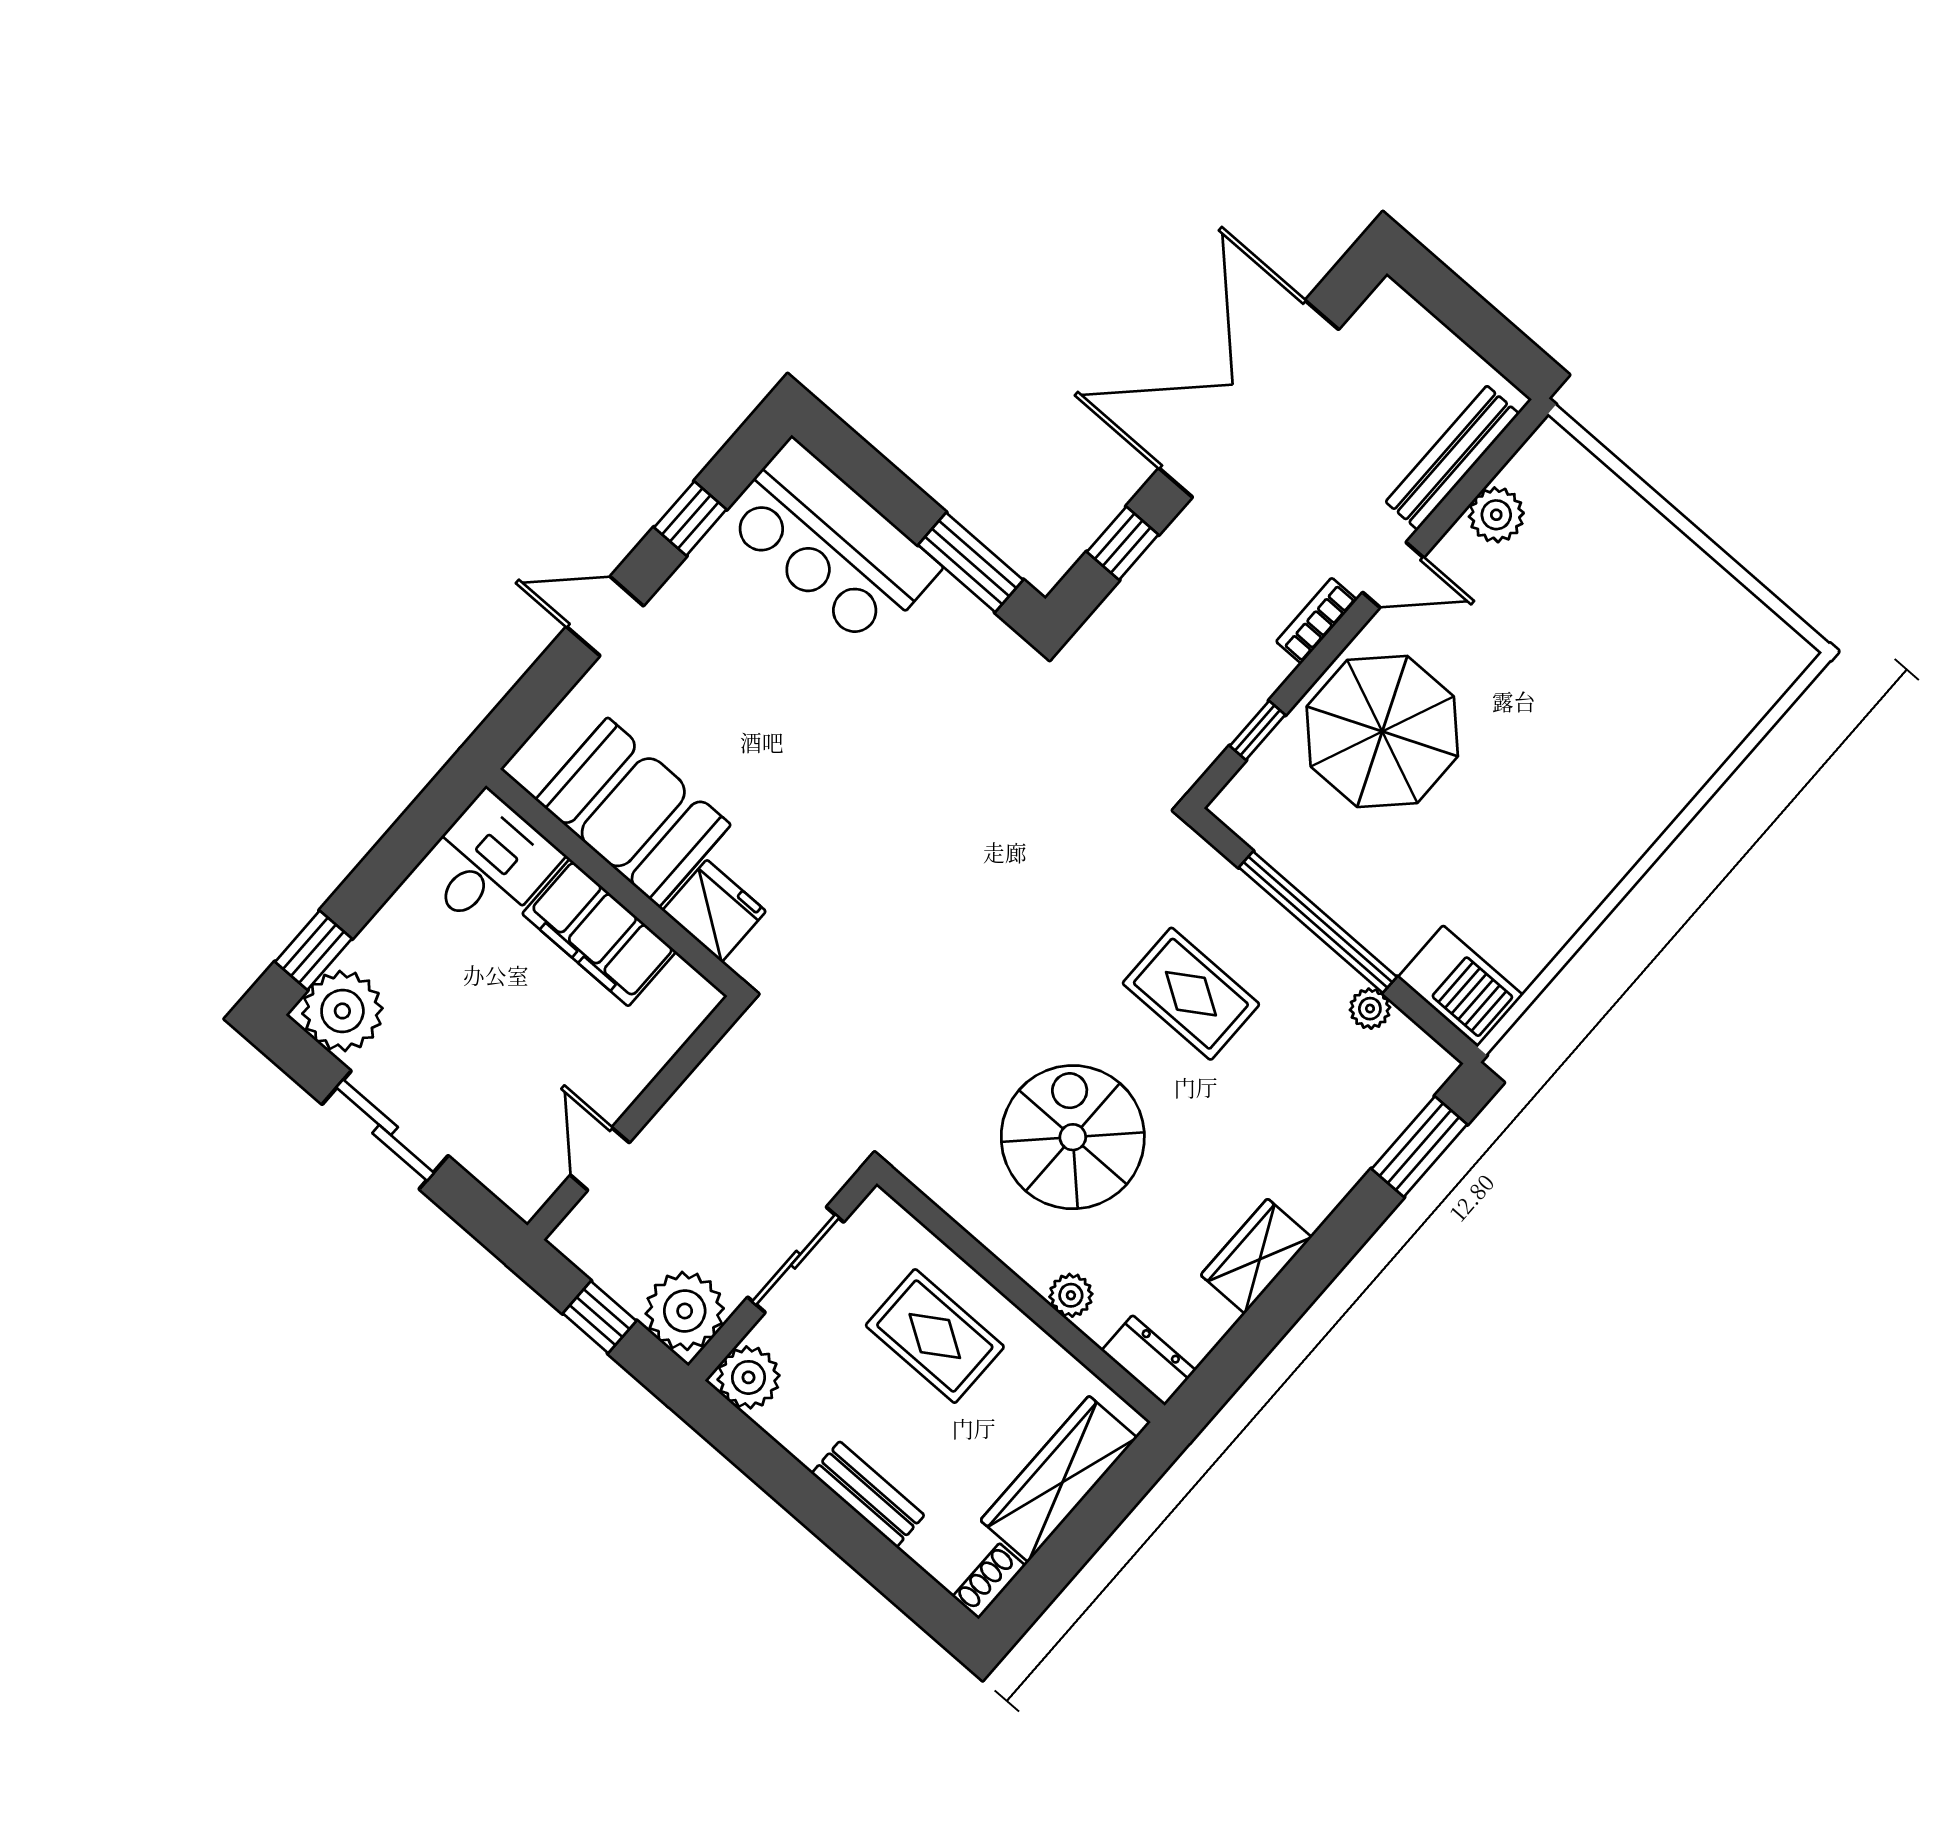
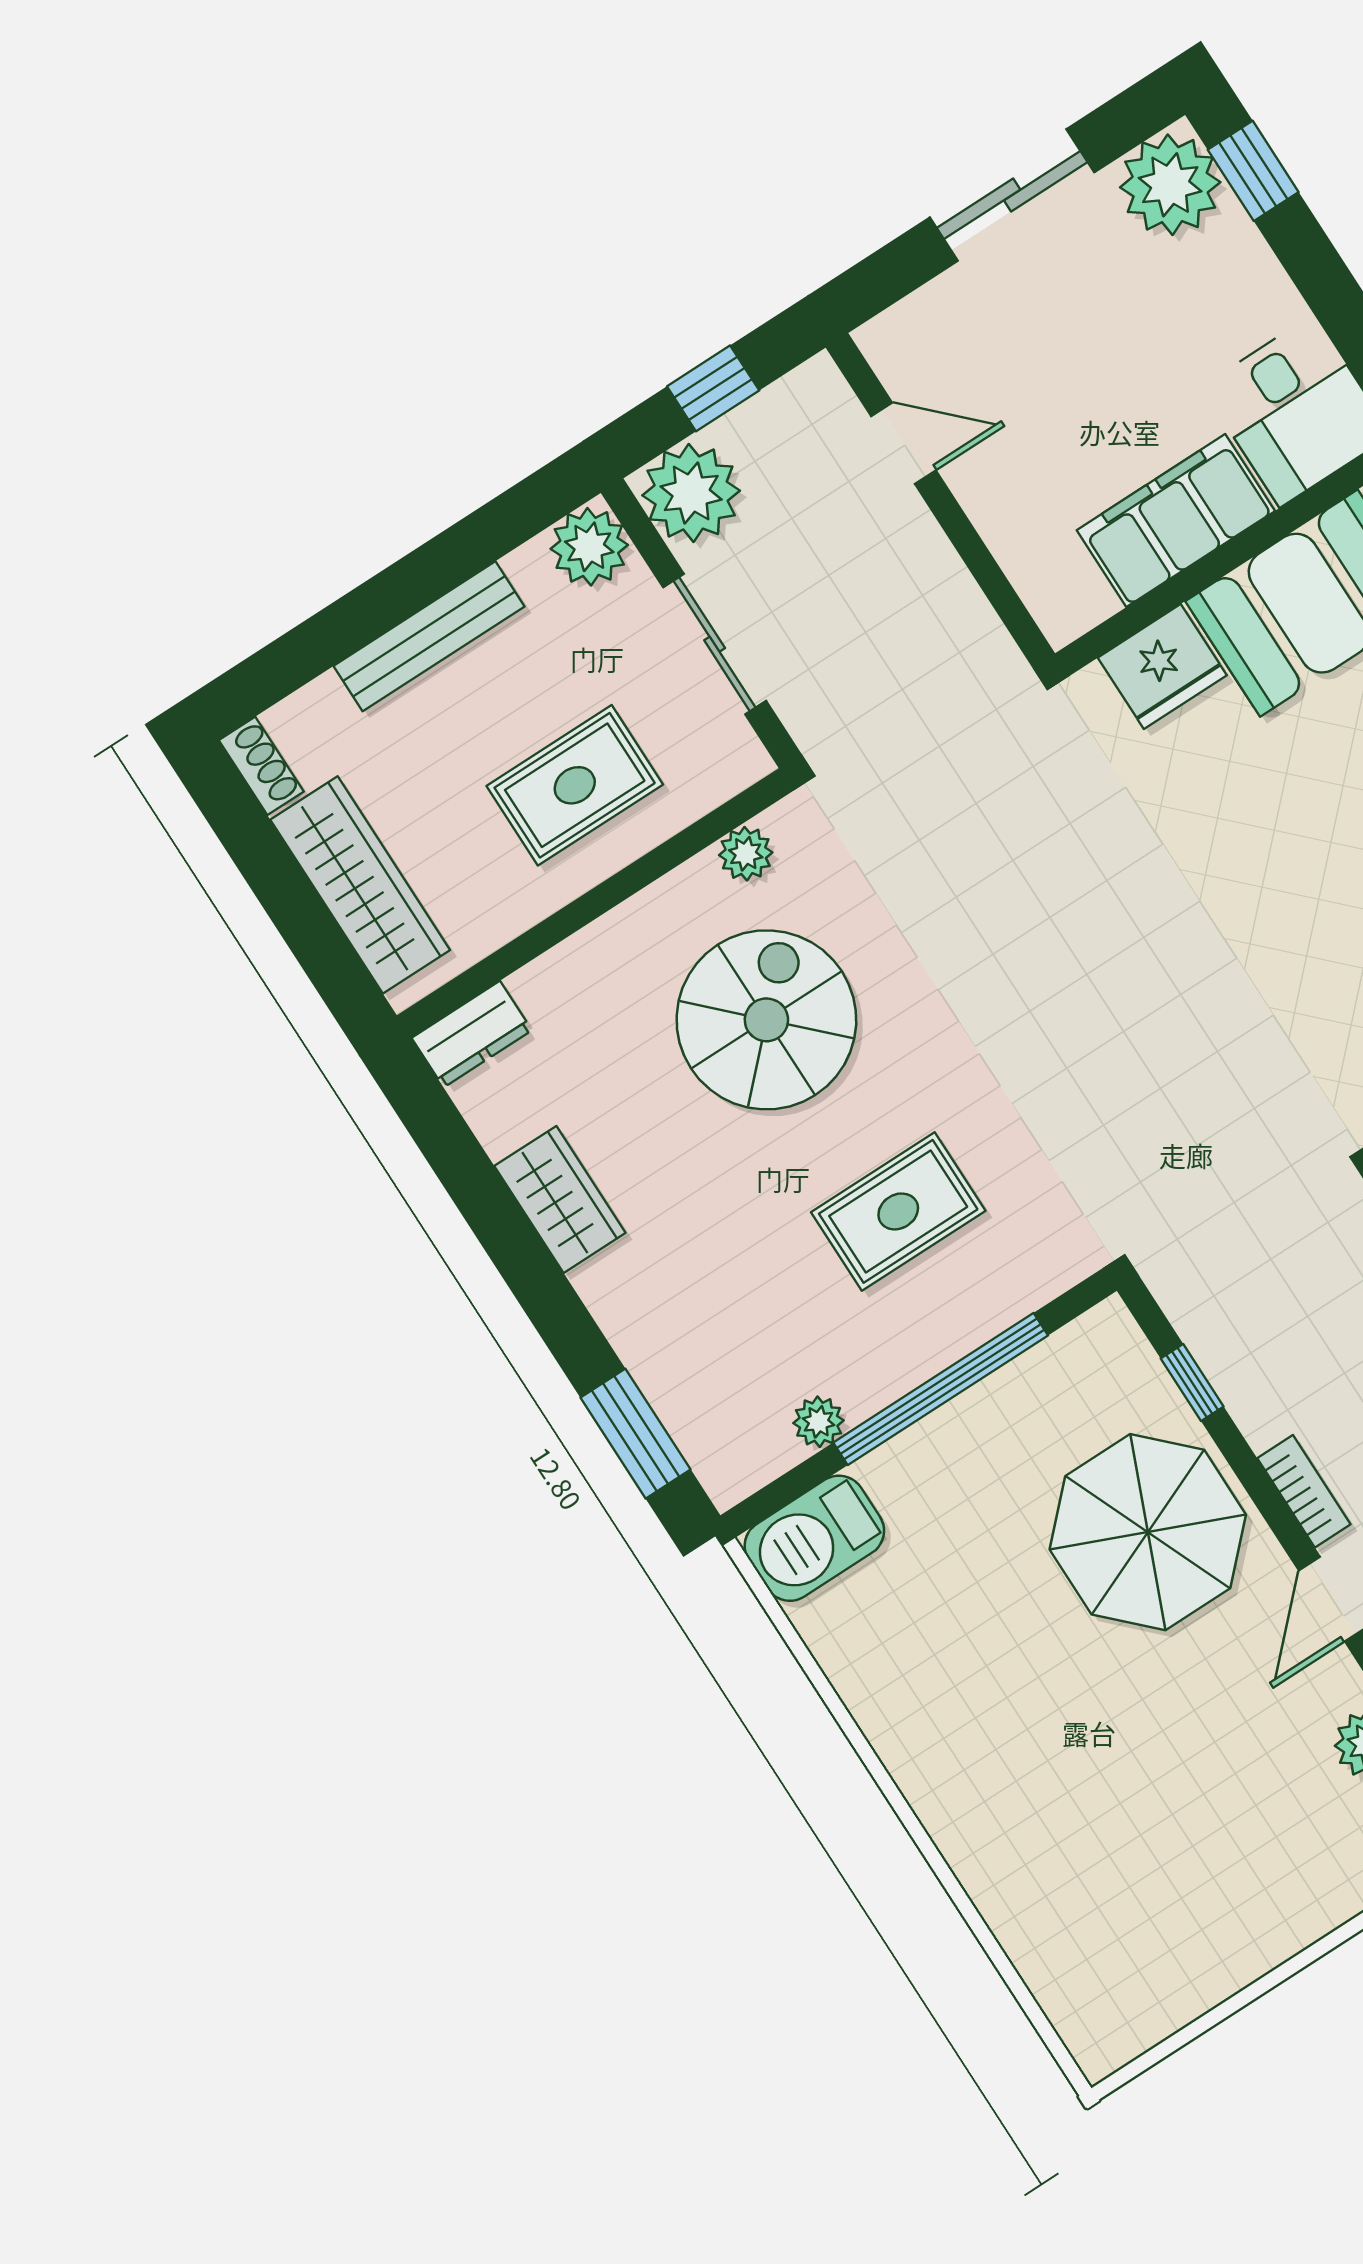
spiral stairs: (1073, 1137) -> (766, 1020), turned -90
plant: (1071, 1295) -> (746, 854), moved
bench: (868, 1494) -> (429, 636), width x1.36

